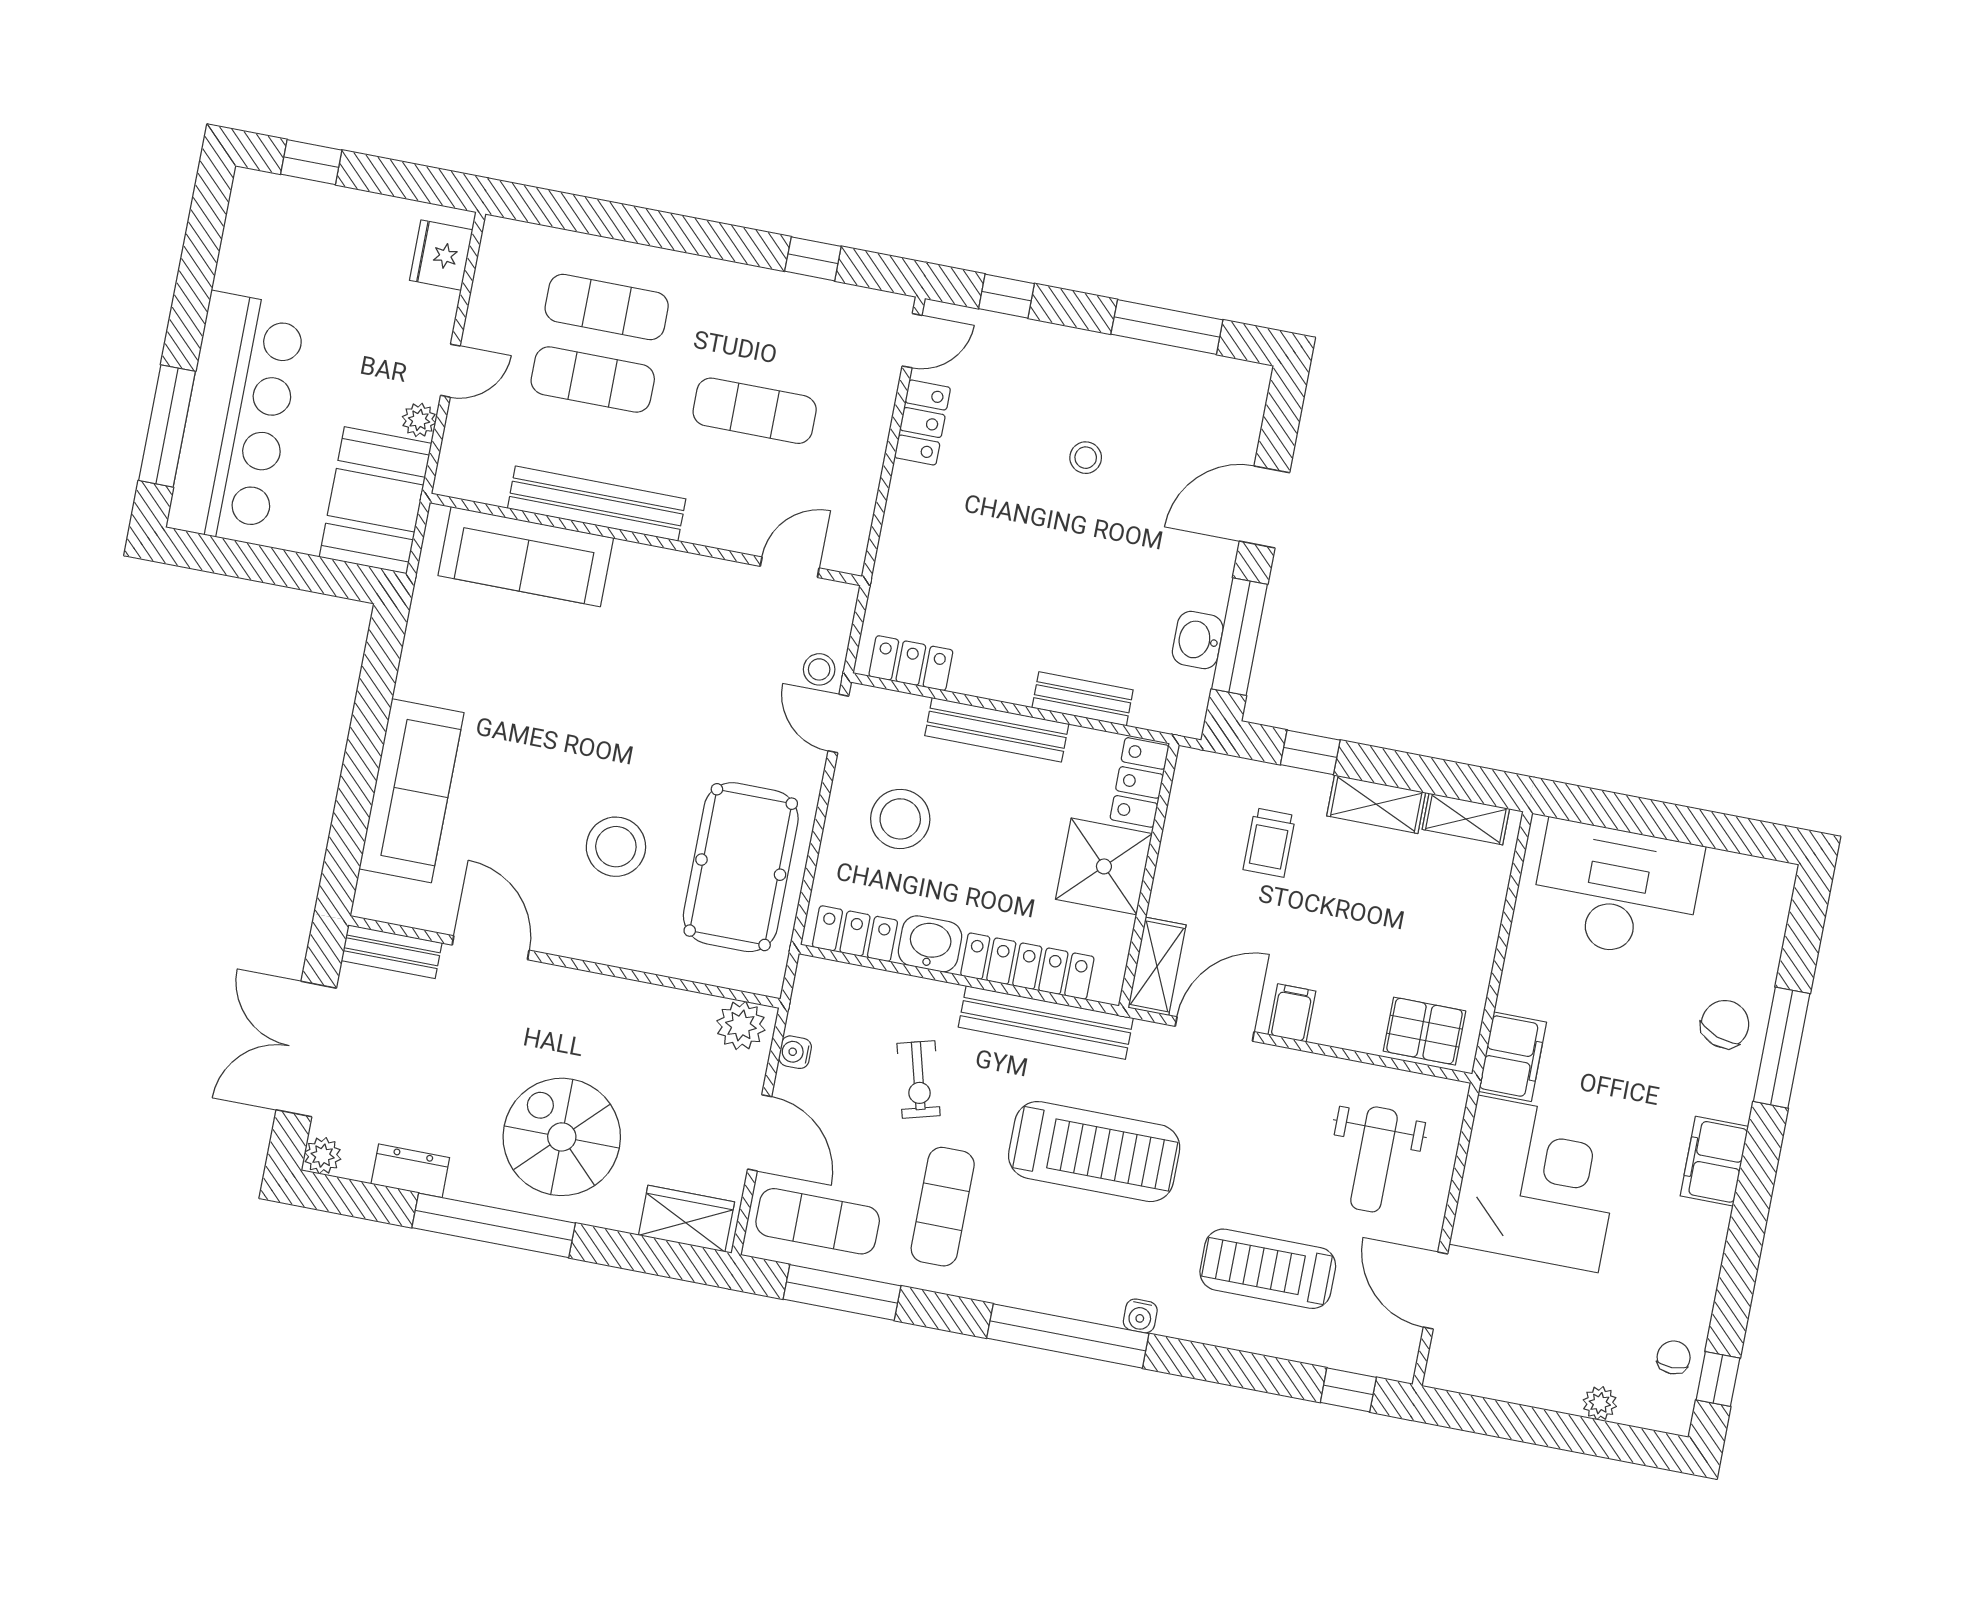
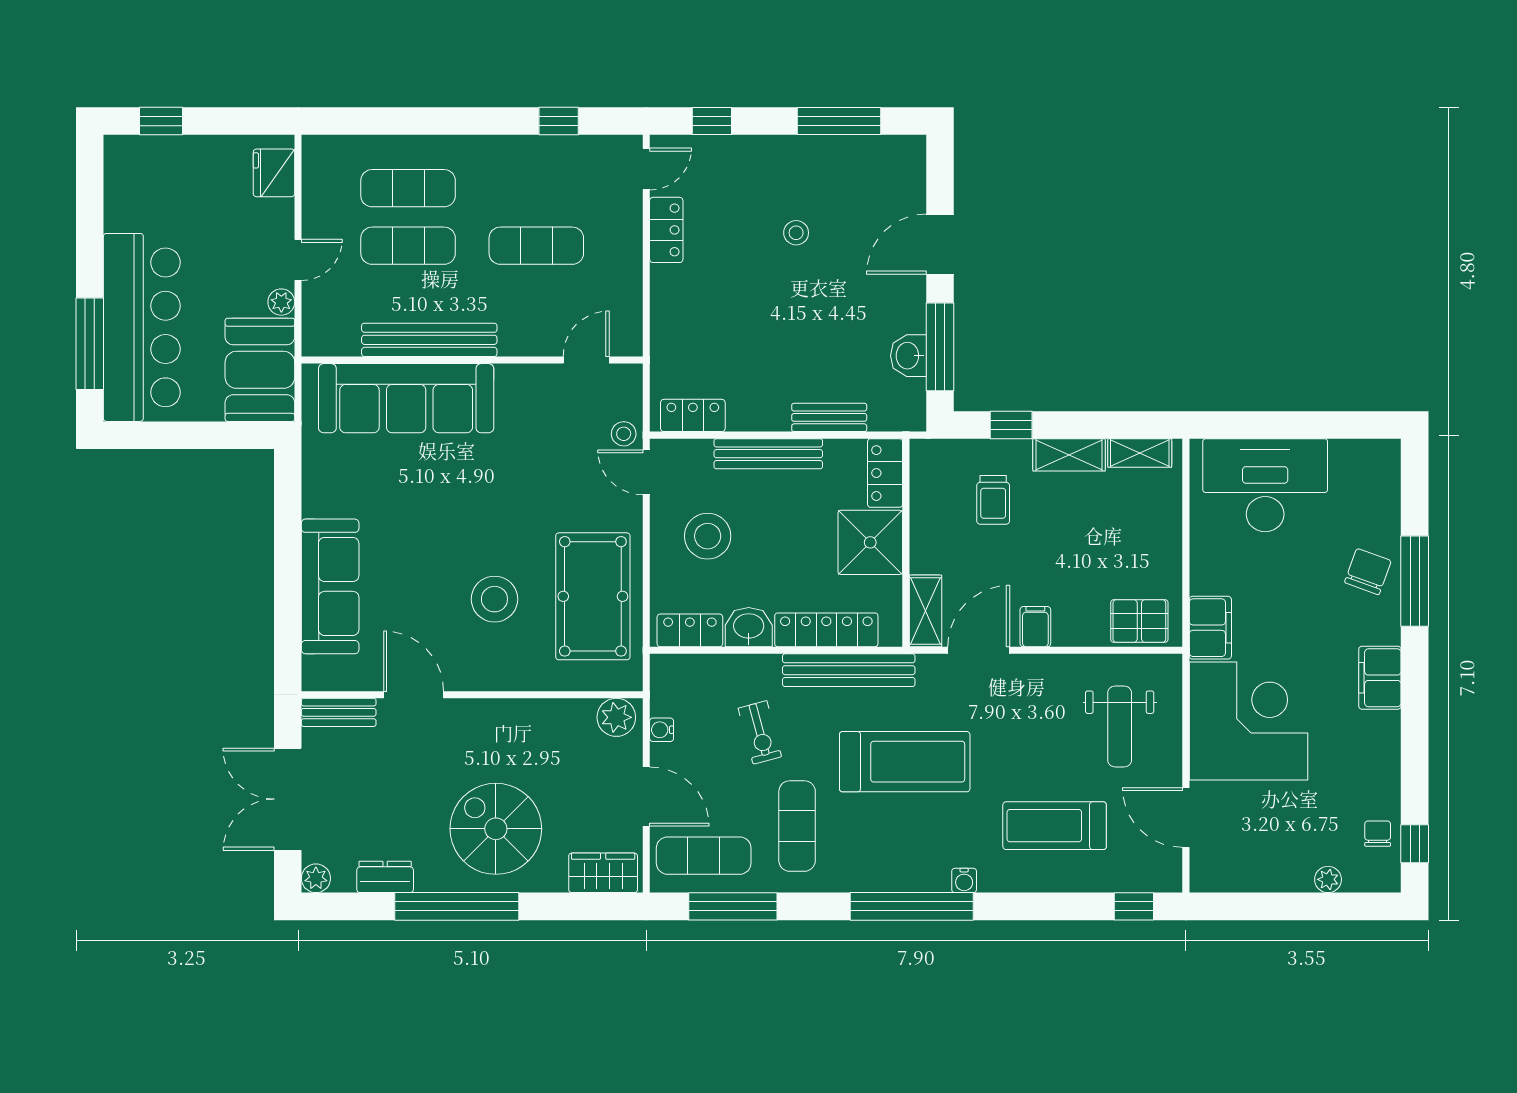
sofa: (526, 557) -> (406, 398), width x1.36, depth x1.27

